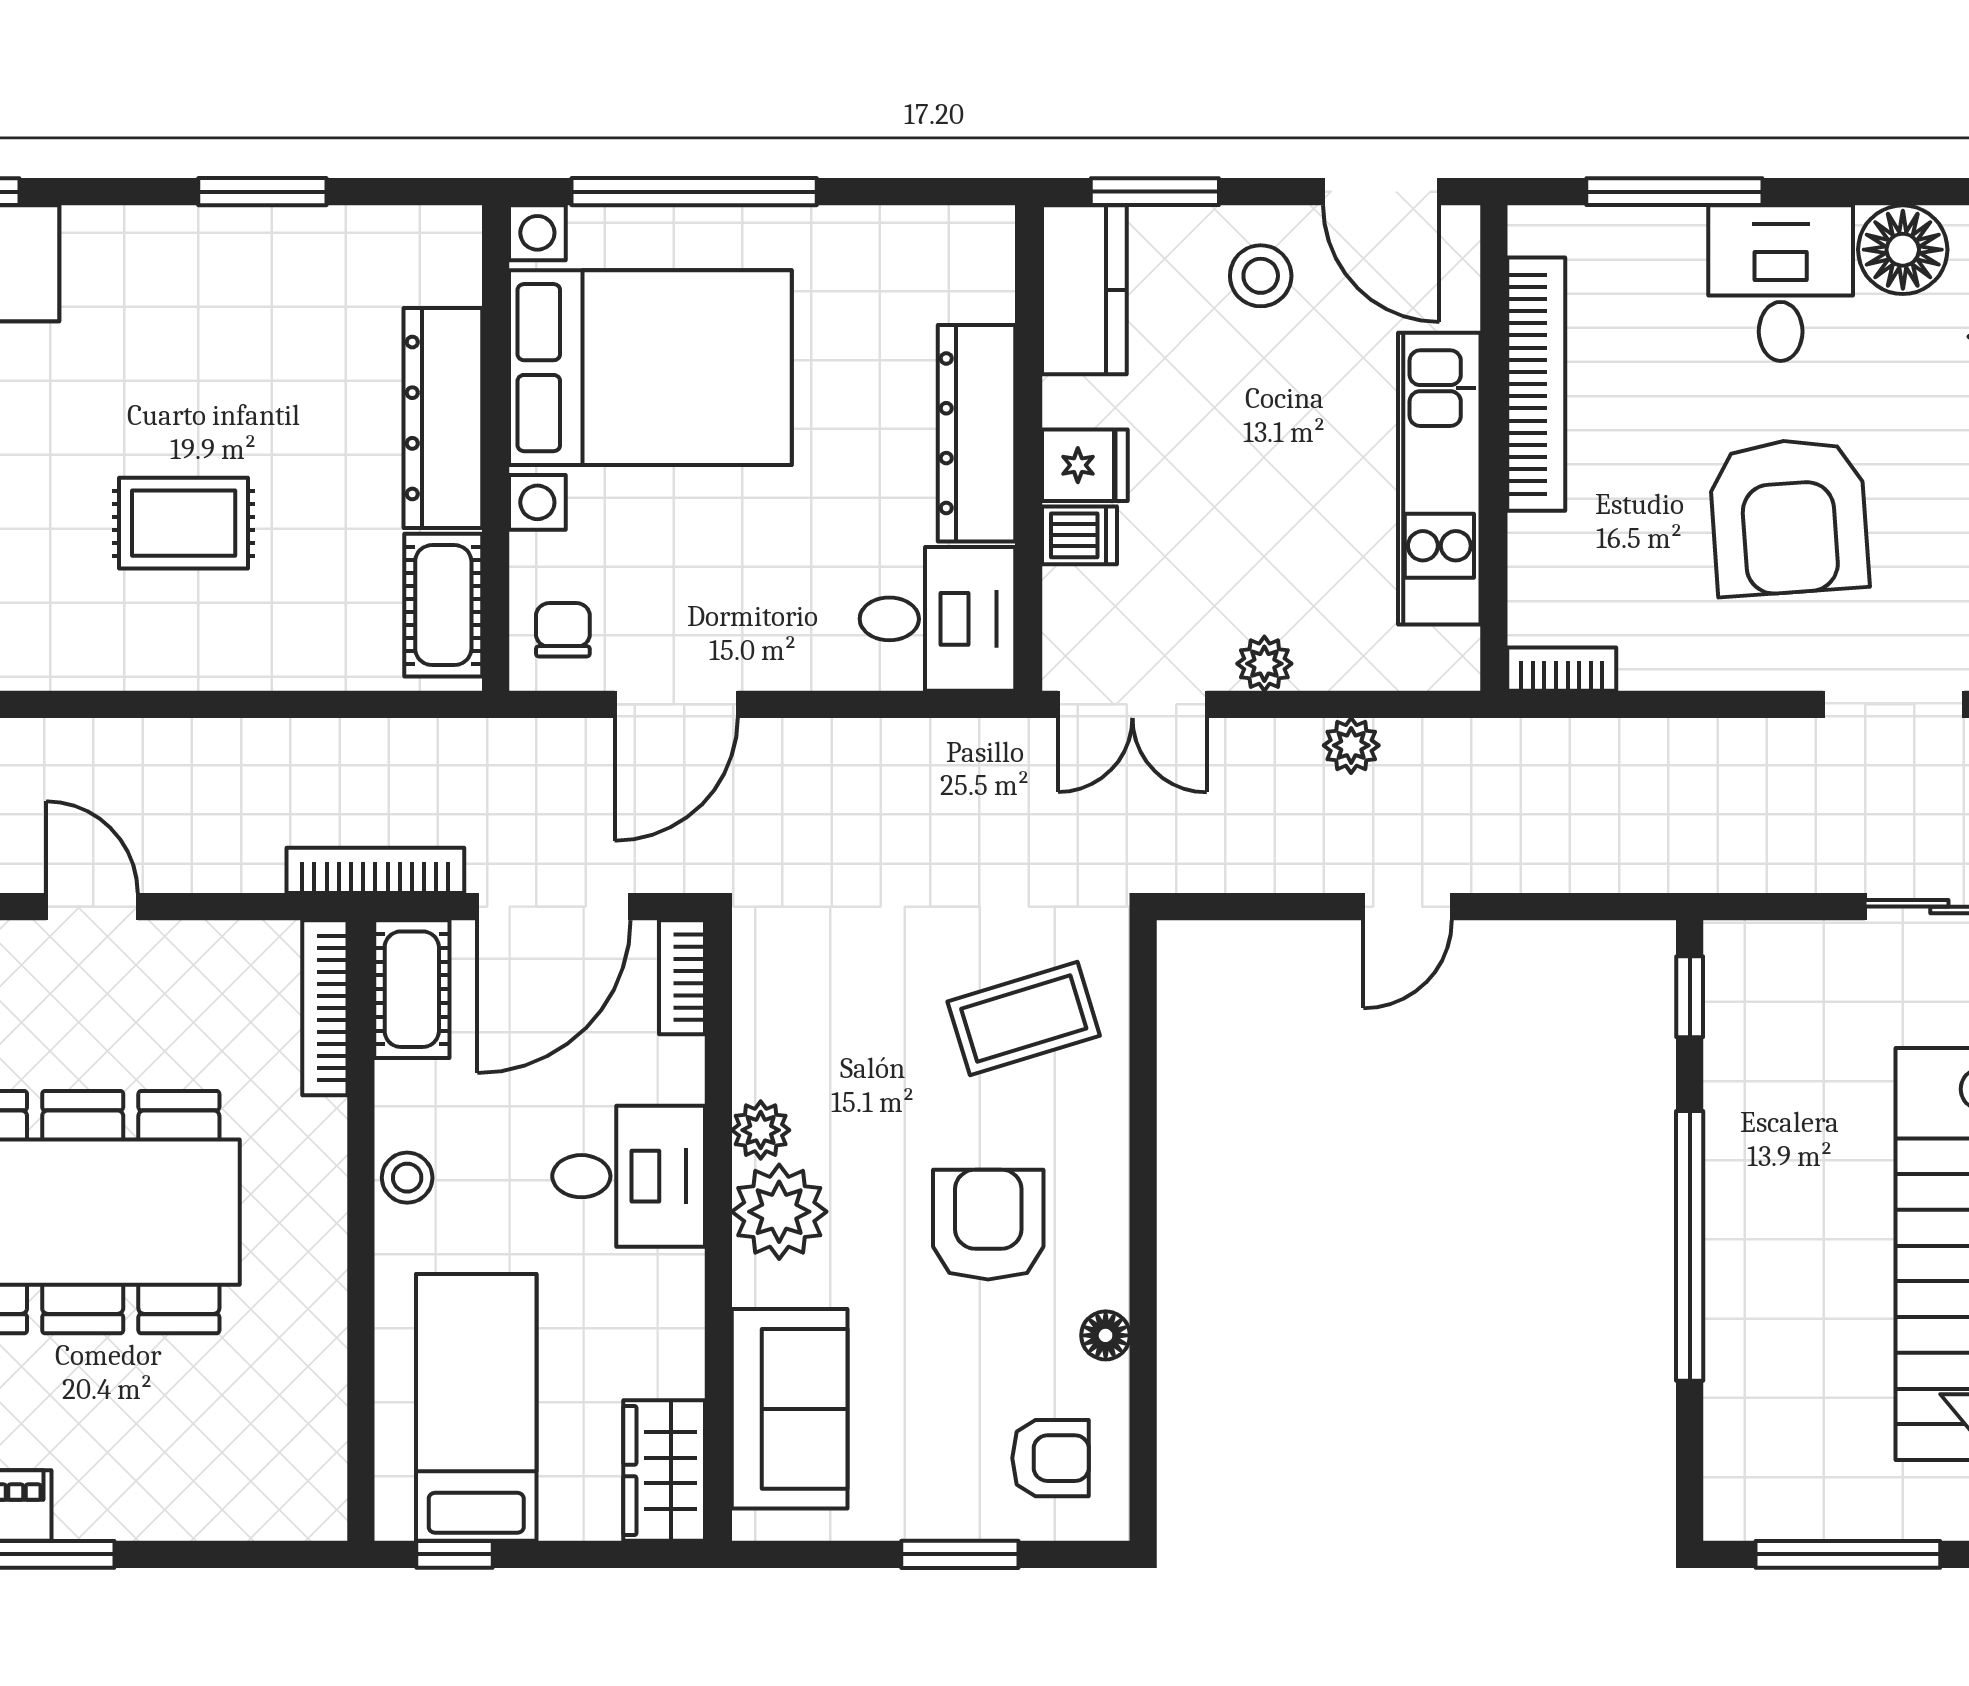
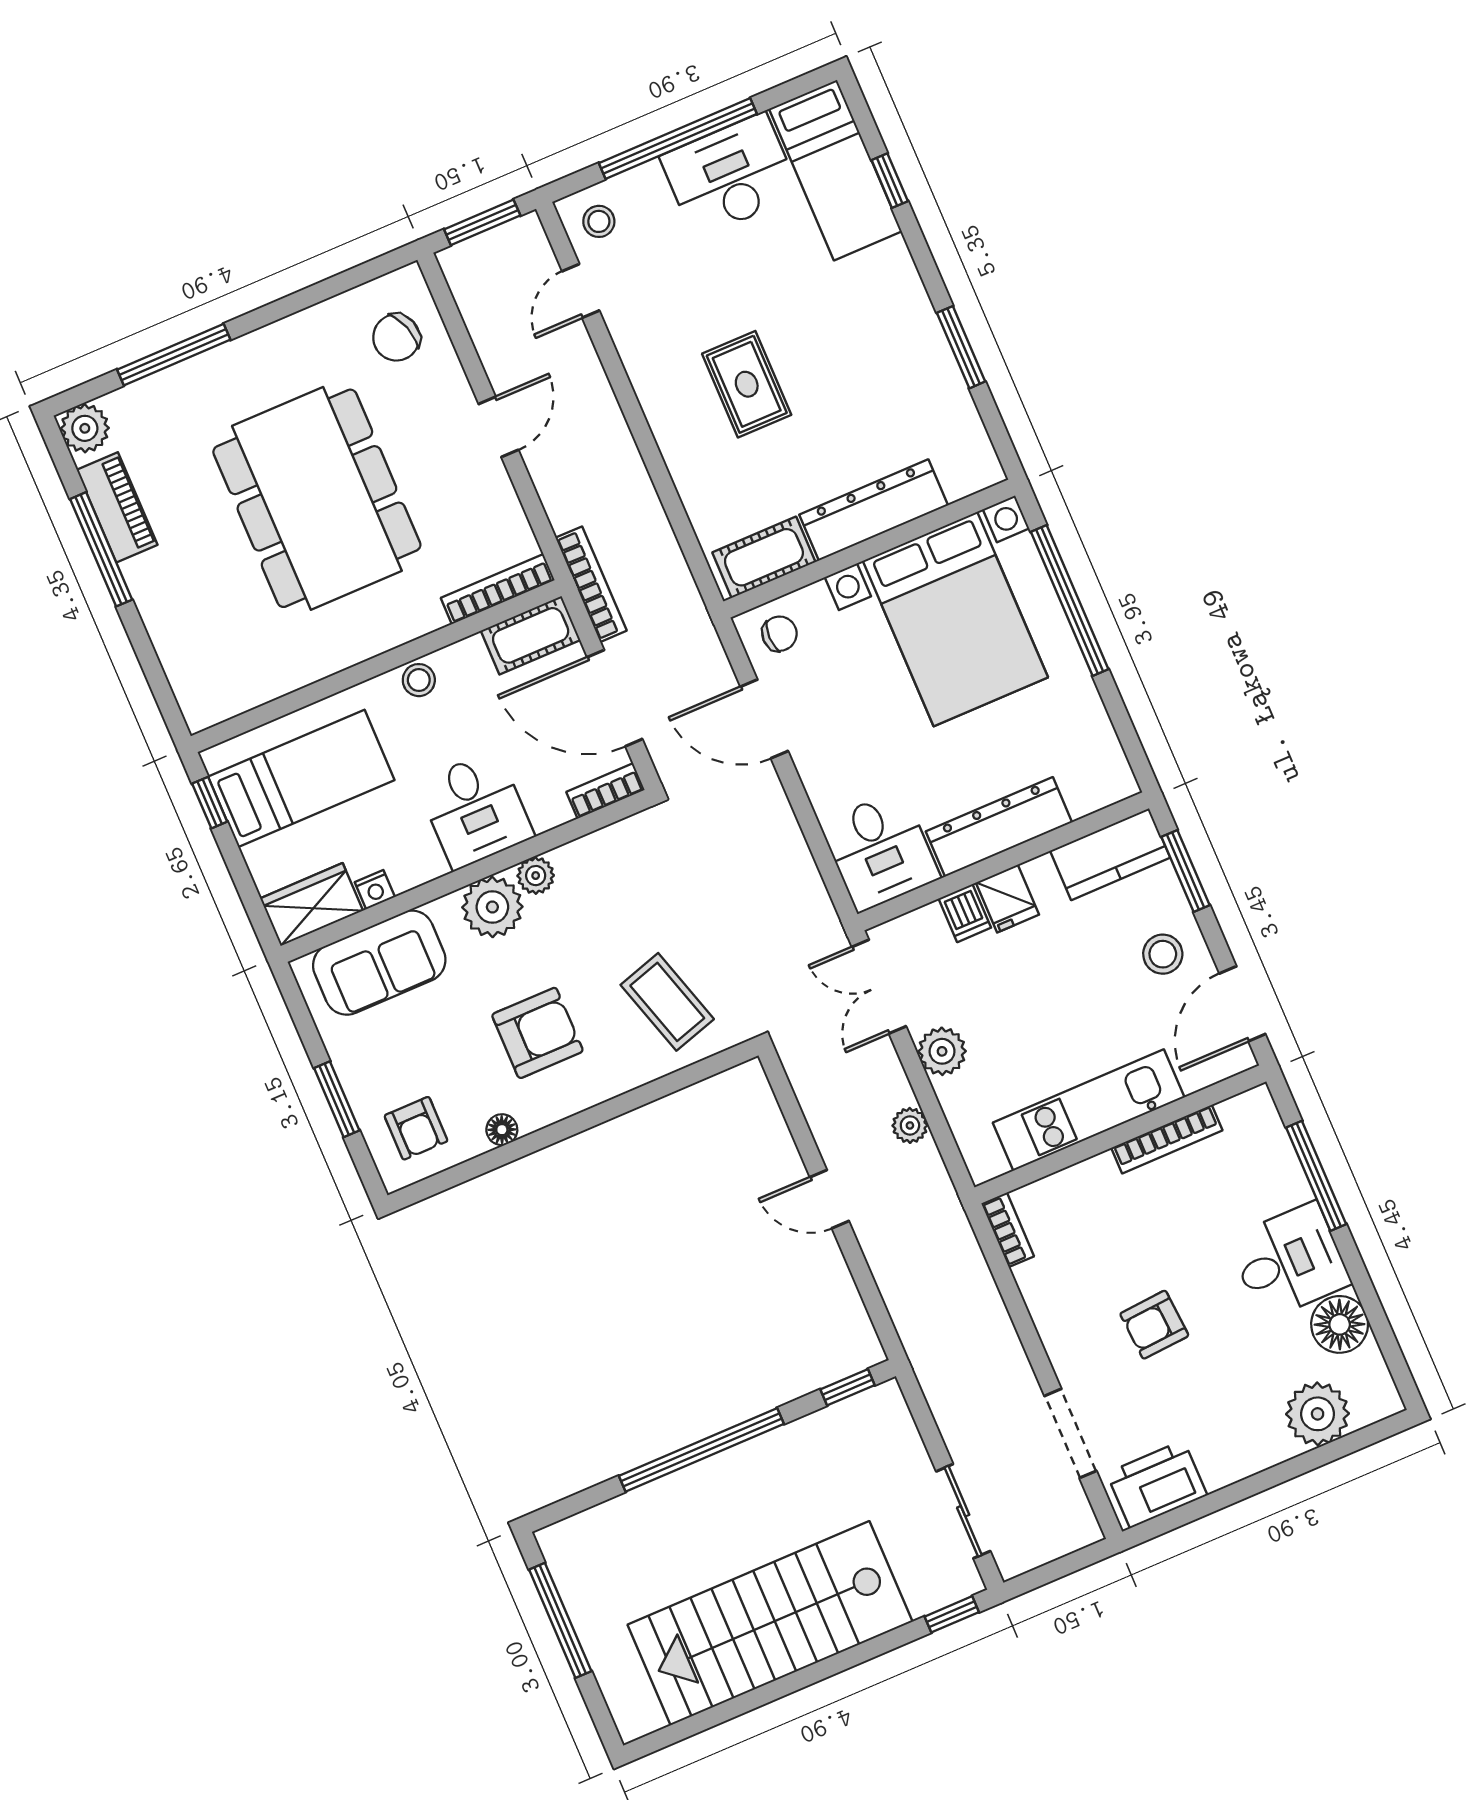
bookcase: (1536, 384) -> (1167, 1139), width x0.68, depth x0.76
armchair: (1789, 517) -> (1154, 1325), width x0.53, depth x0.53
plant: (1264, 664) -> (942, 1051), width x1.38, depth x1.38
nightstand: (682, 1370) -> (375, 890), added

